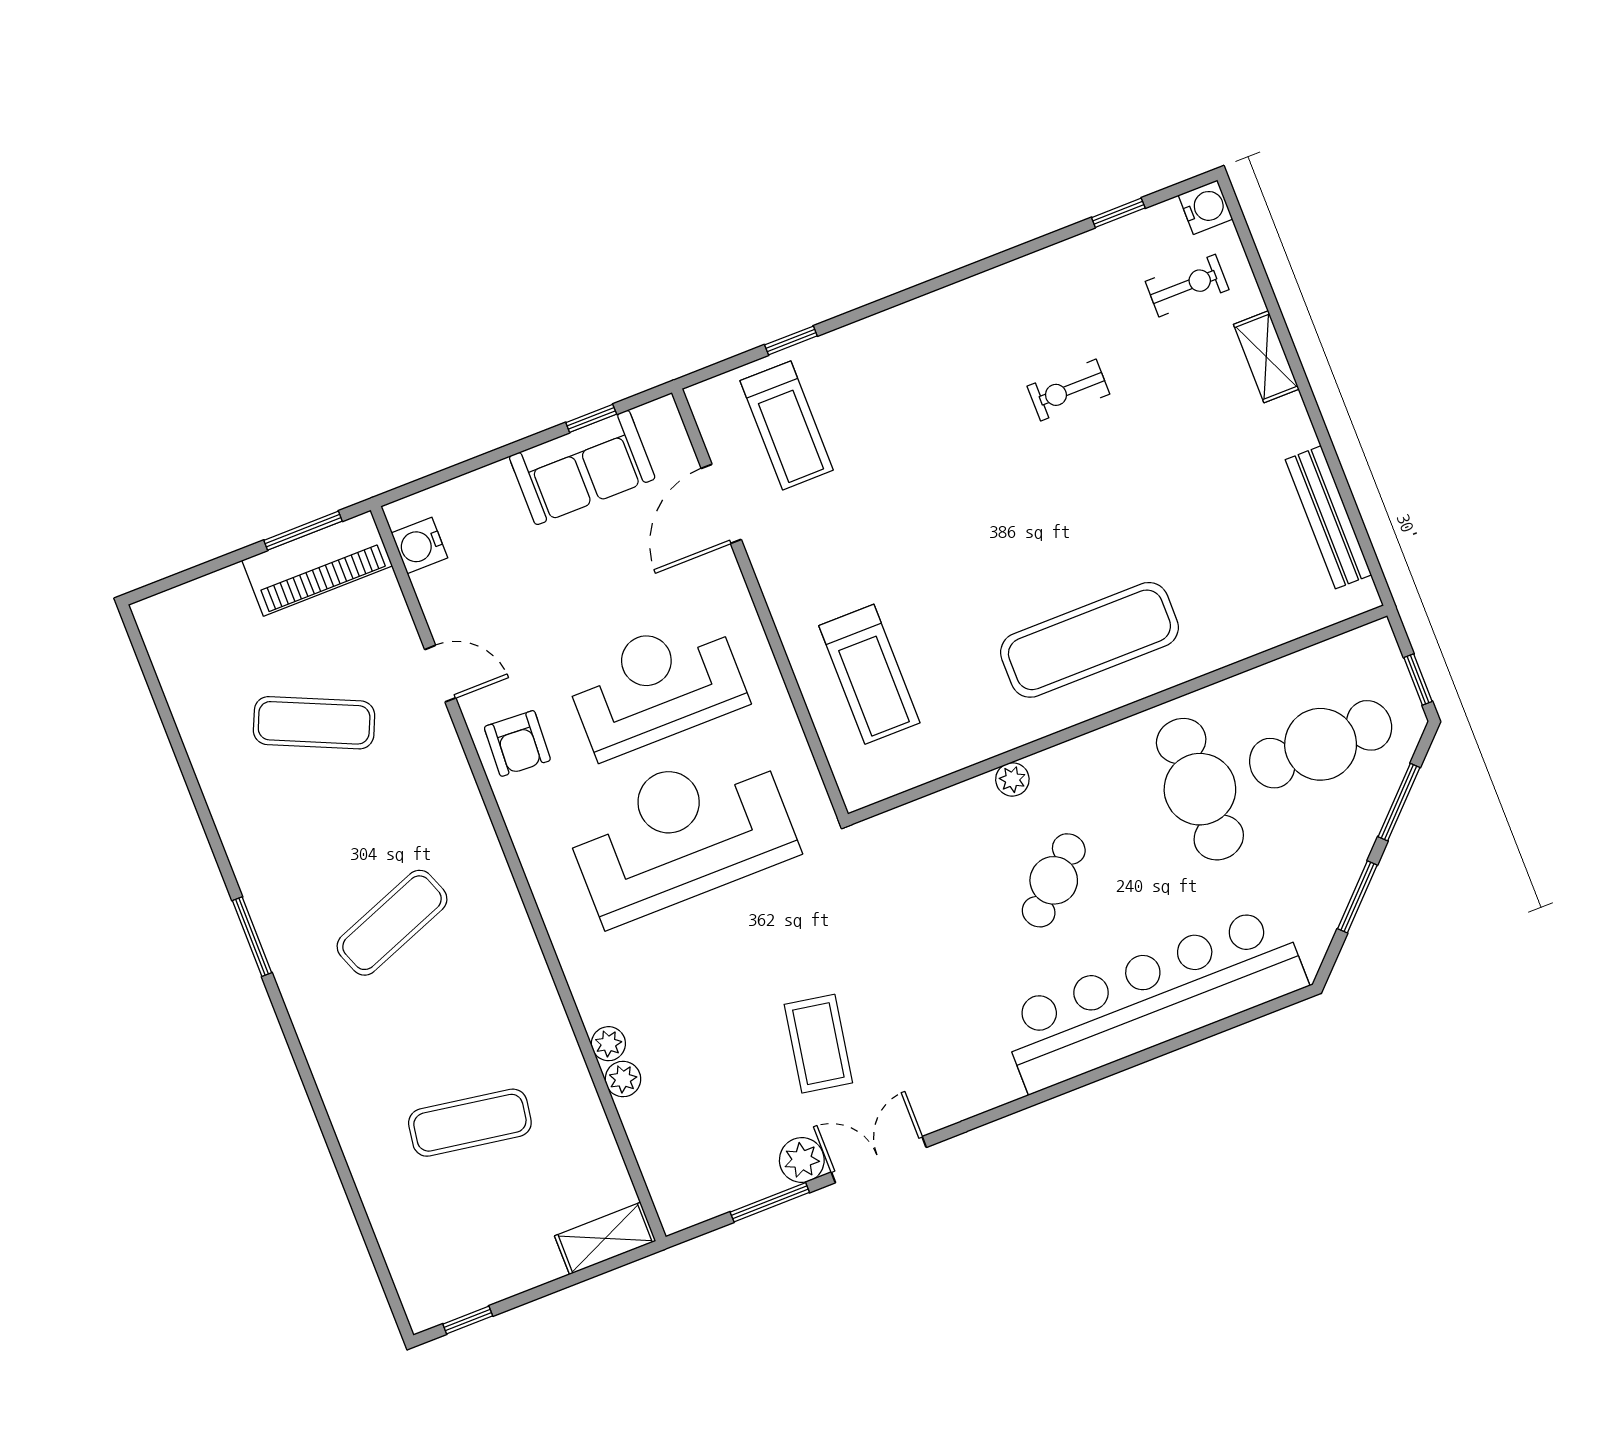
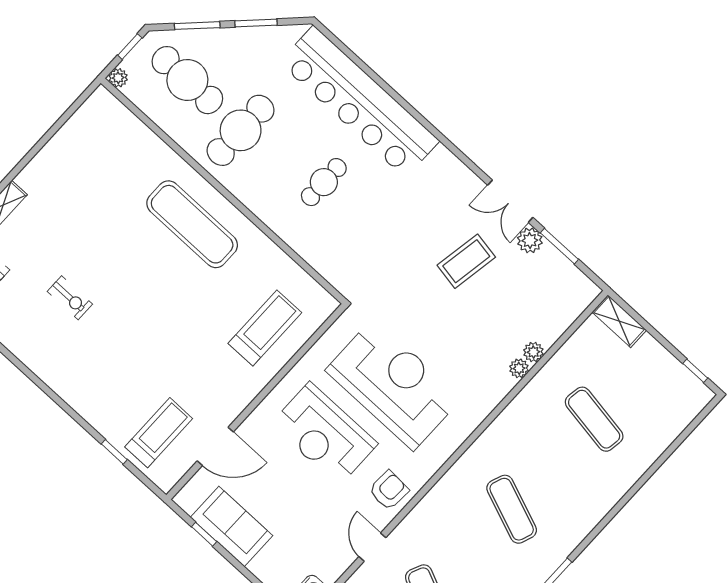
bench: (1328, 517) -> (70, 133), removed
plant: (1012, 779) -> (118, 78), moved
reception desk: (681, 833) -> (393, 384), turned 180
cafe table: (1054, 880) -> (324, 182), turned -47
exercise mat: (392, 923) -> (512, 509), turned 42

